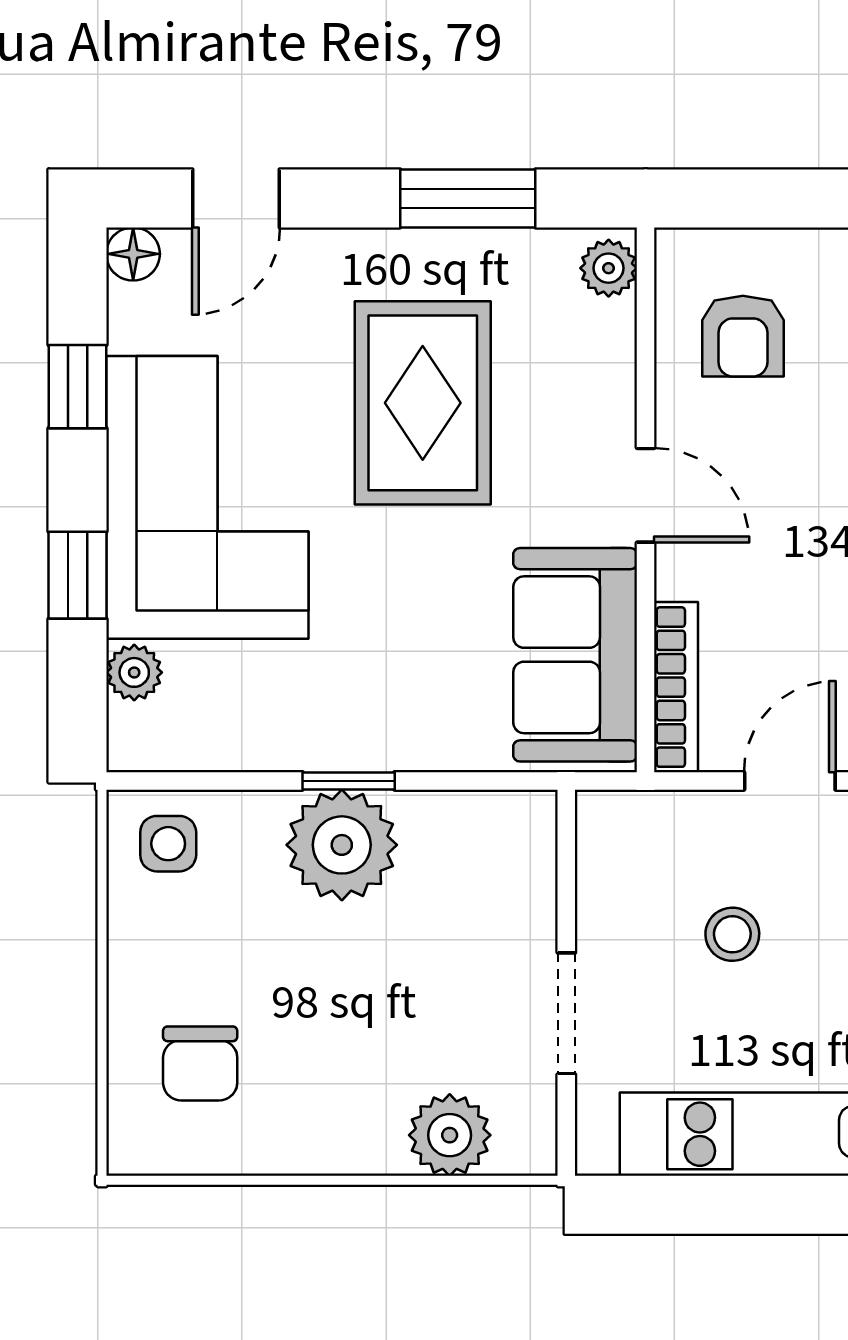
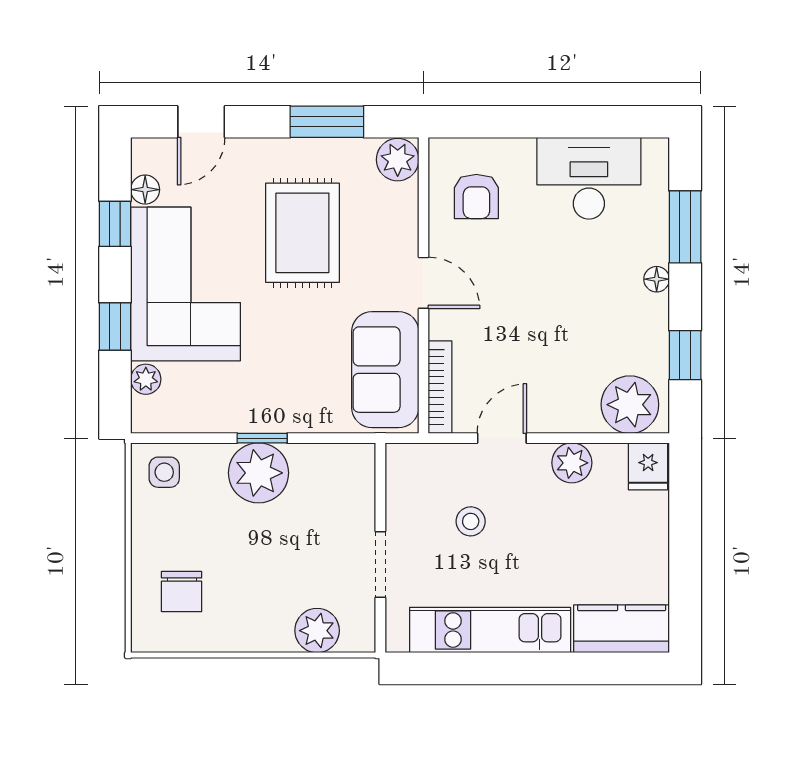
floor lamp: (133, 254) -> (145, 190), moved
plant: (609, 268) -> (398, 160), width x1.38, depth x1.38

